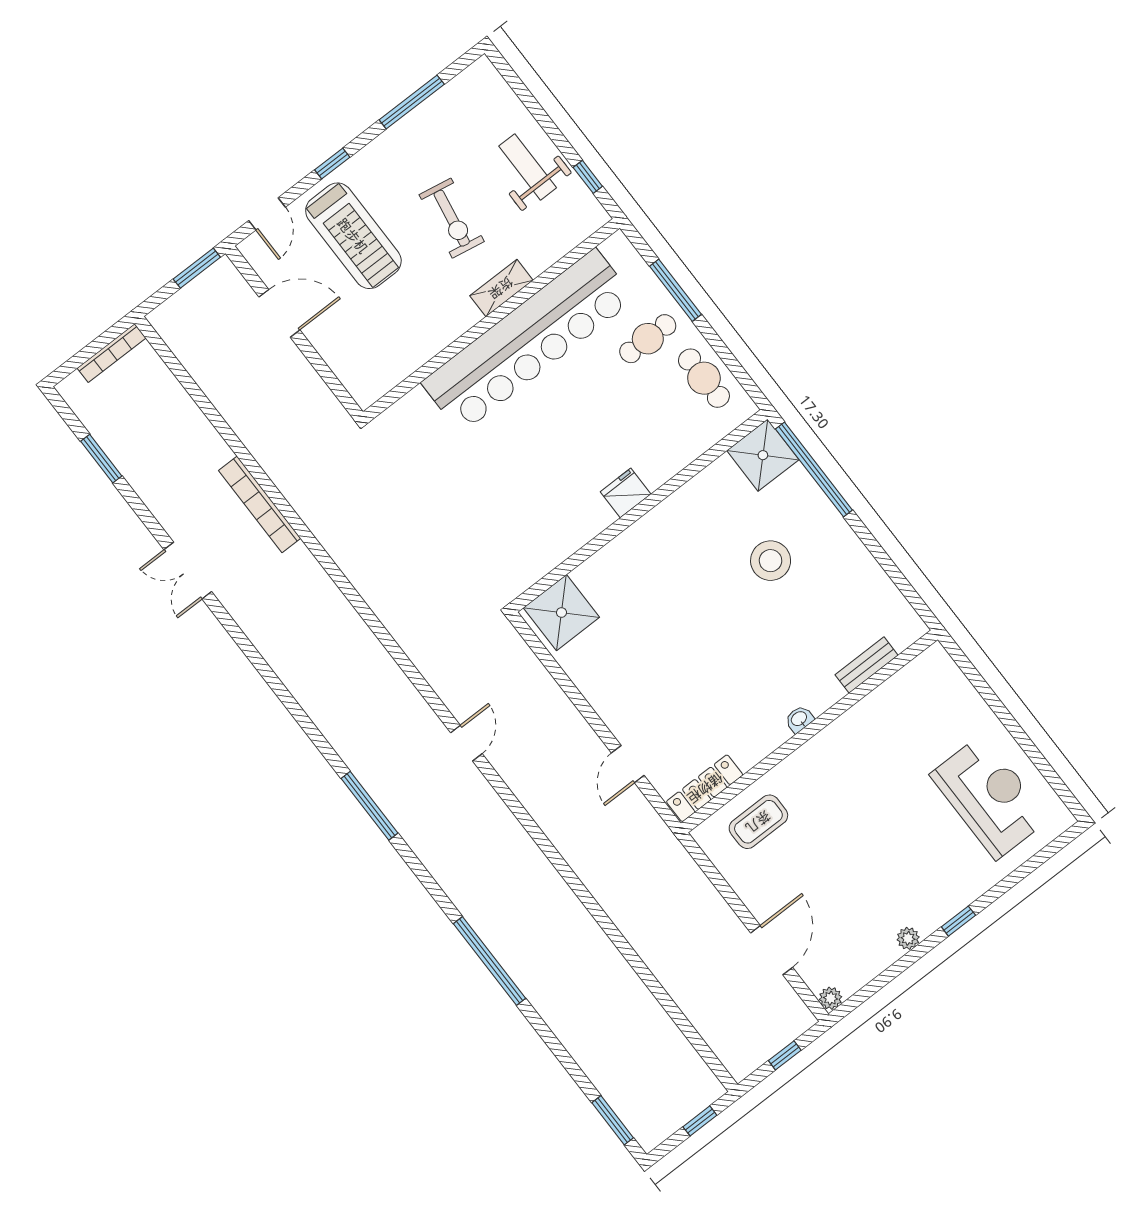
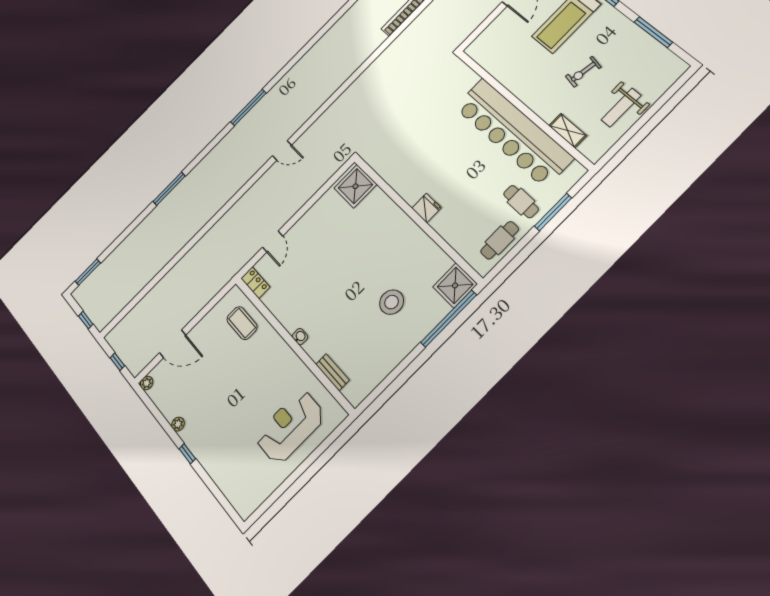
weight bench: (528, 167) -> (621, 108), turned 180
window: (588, 177) -> (619, 144), removed
exercise bike: (452, 218) -> (583, 72), width x0.73, depth x0.72
shelving: (501, 288) -> (568, 131), moved
door: (628, 764) -> (273, 242), swing flipped
locker: (705, 788) -> (255, 283), width x0.66
reception desk: (990, 797) -> (290, 427), moved, turned 180
window: (489, 961) -> (169, 189), width x0.68

